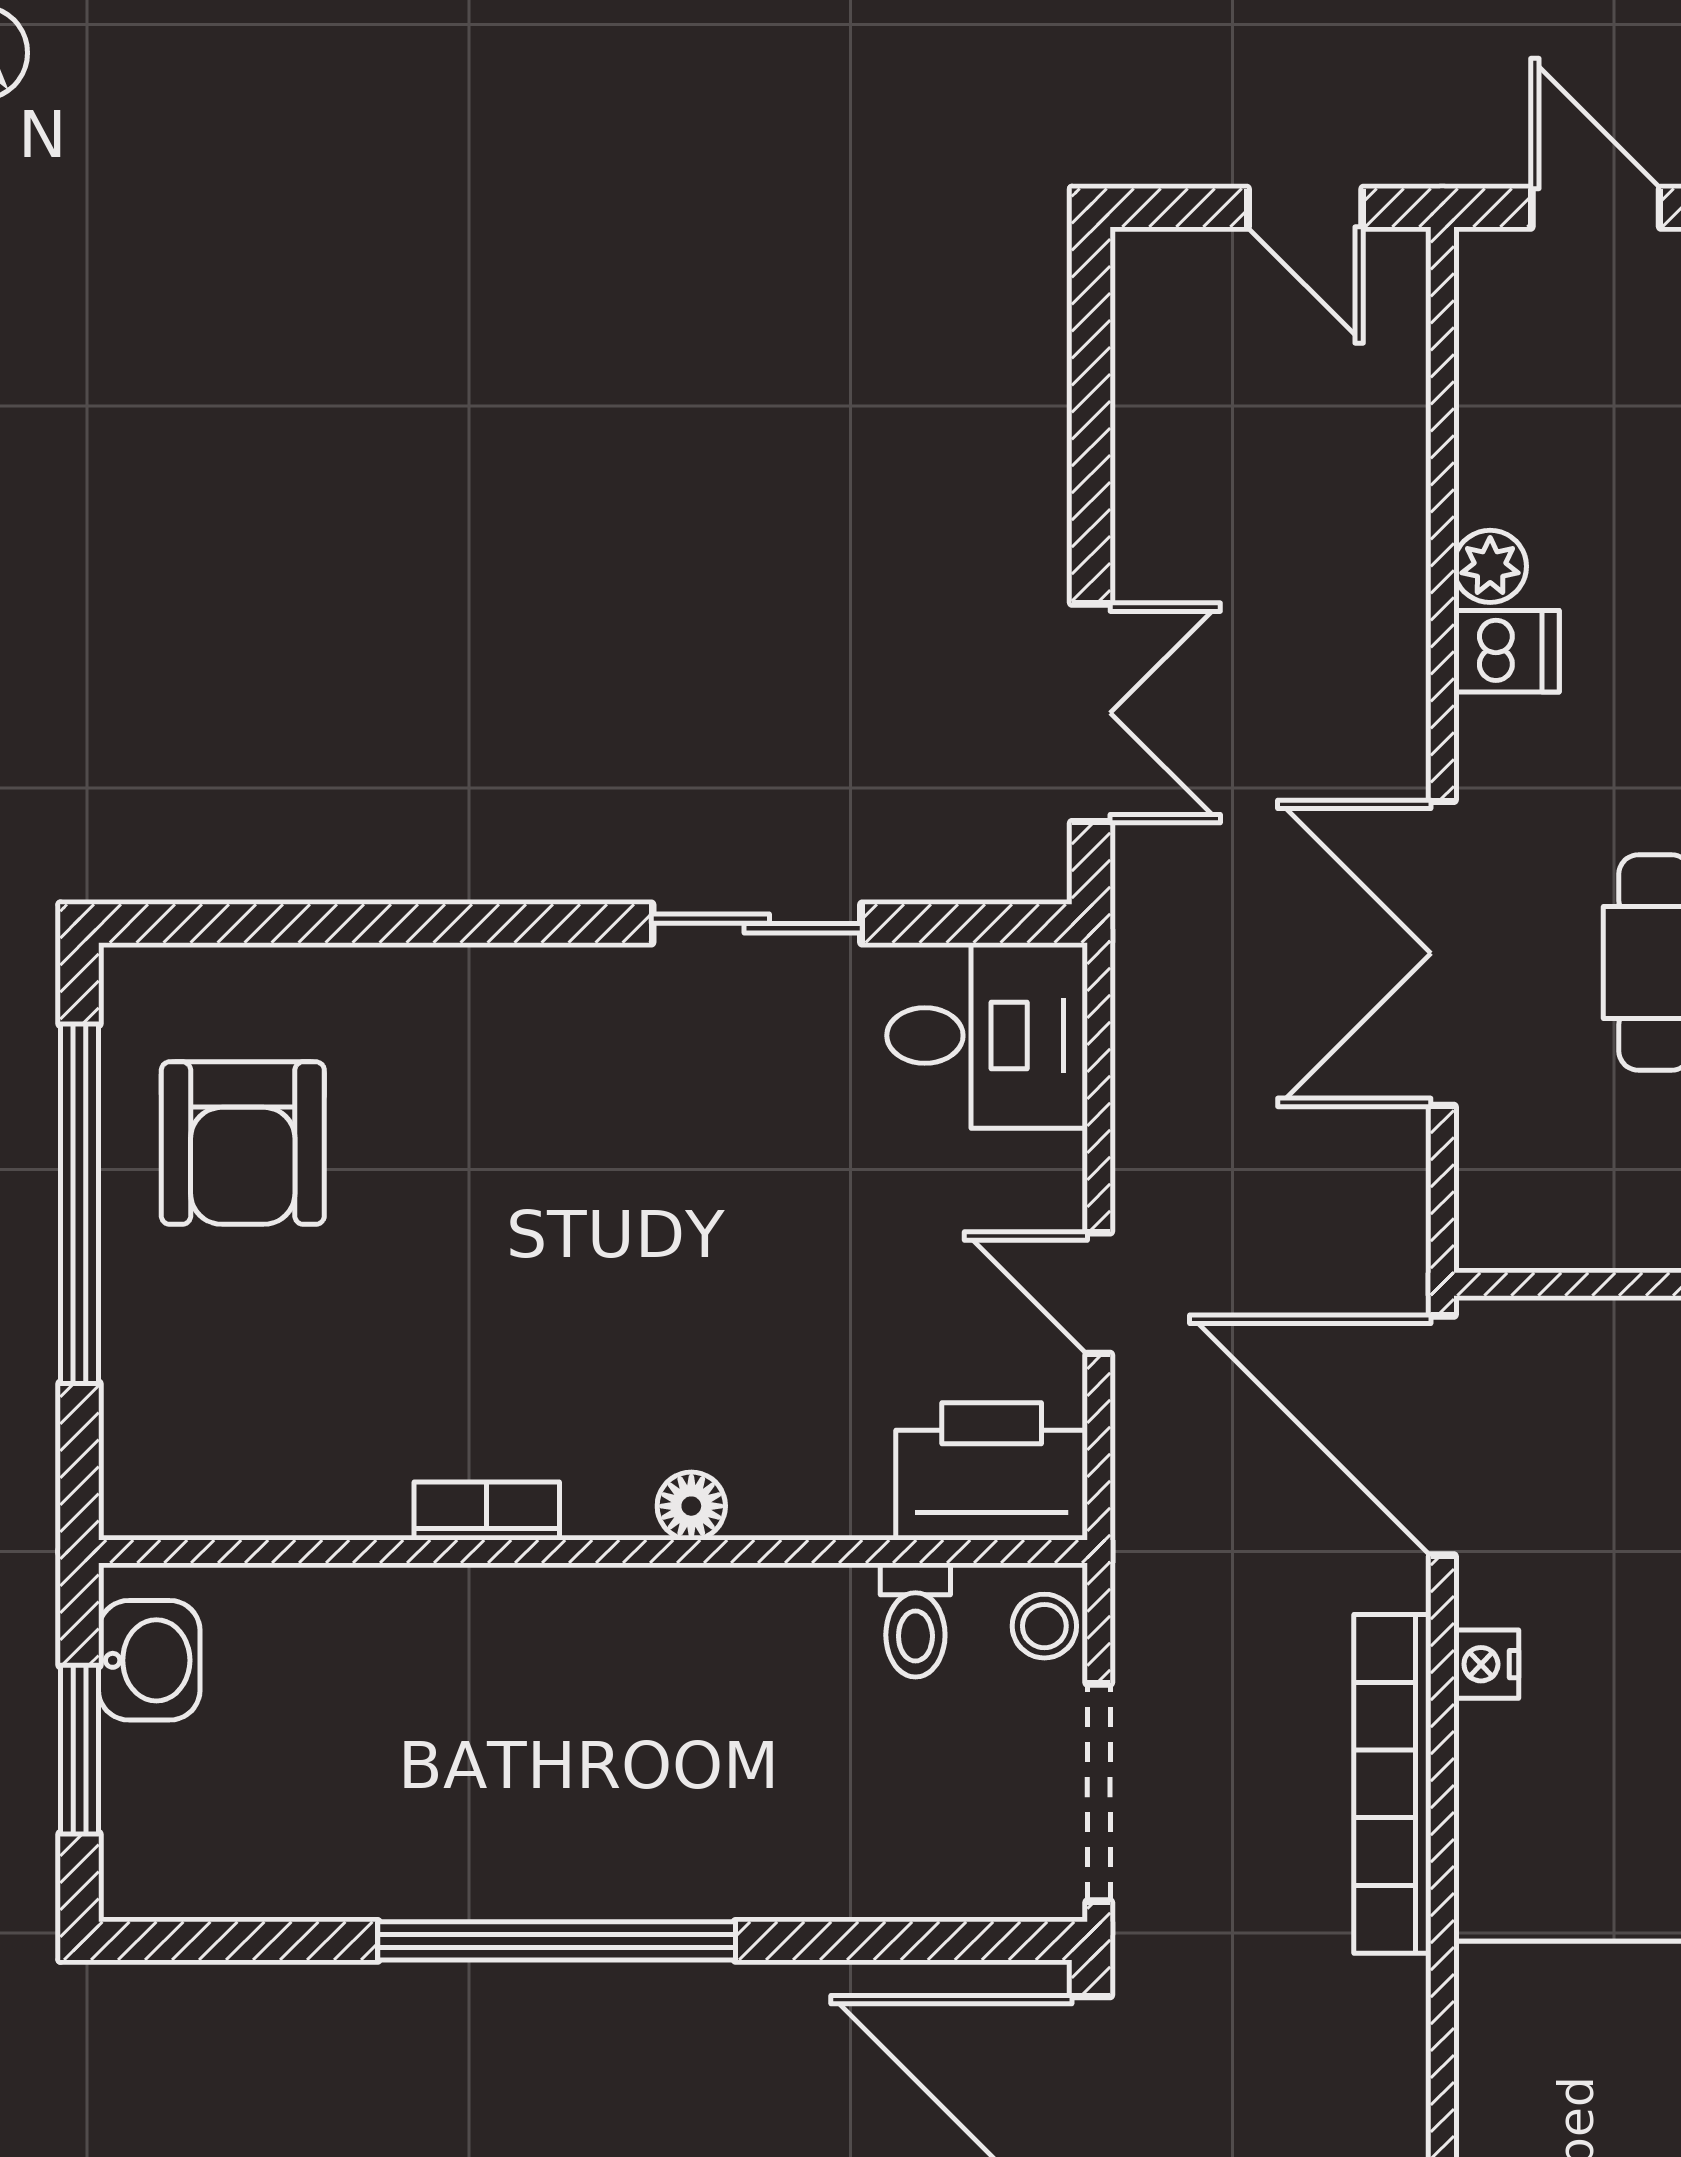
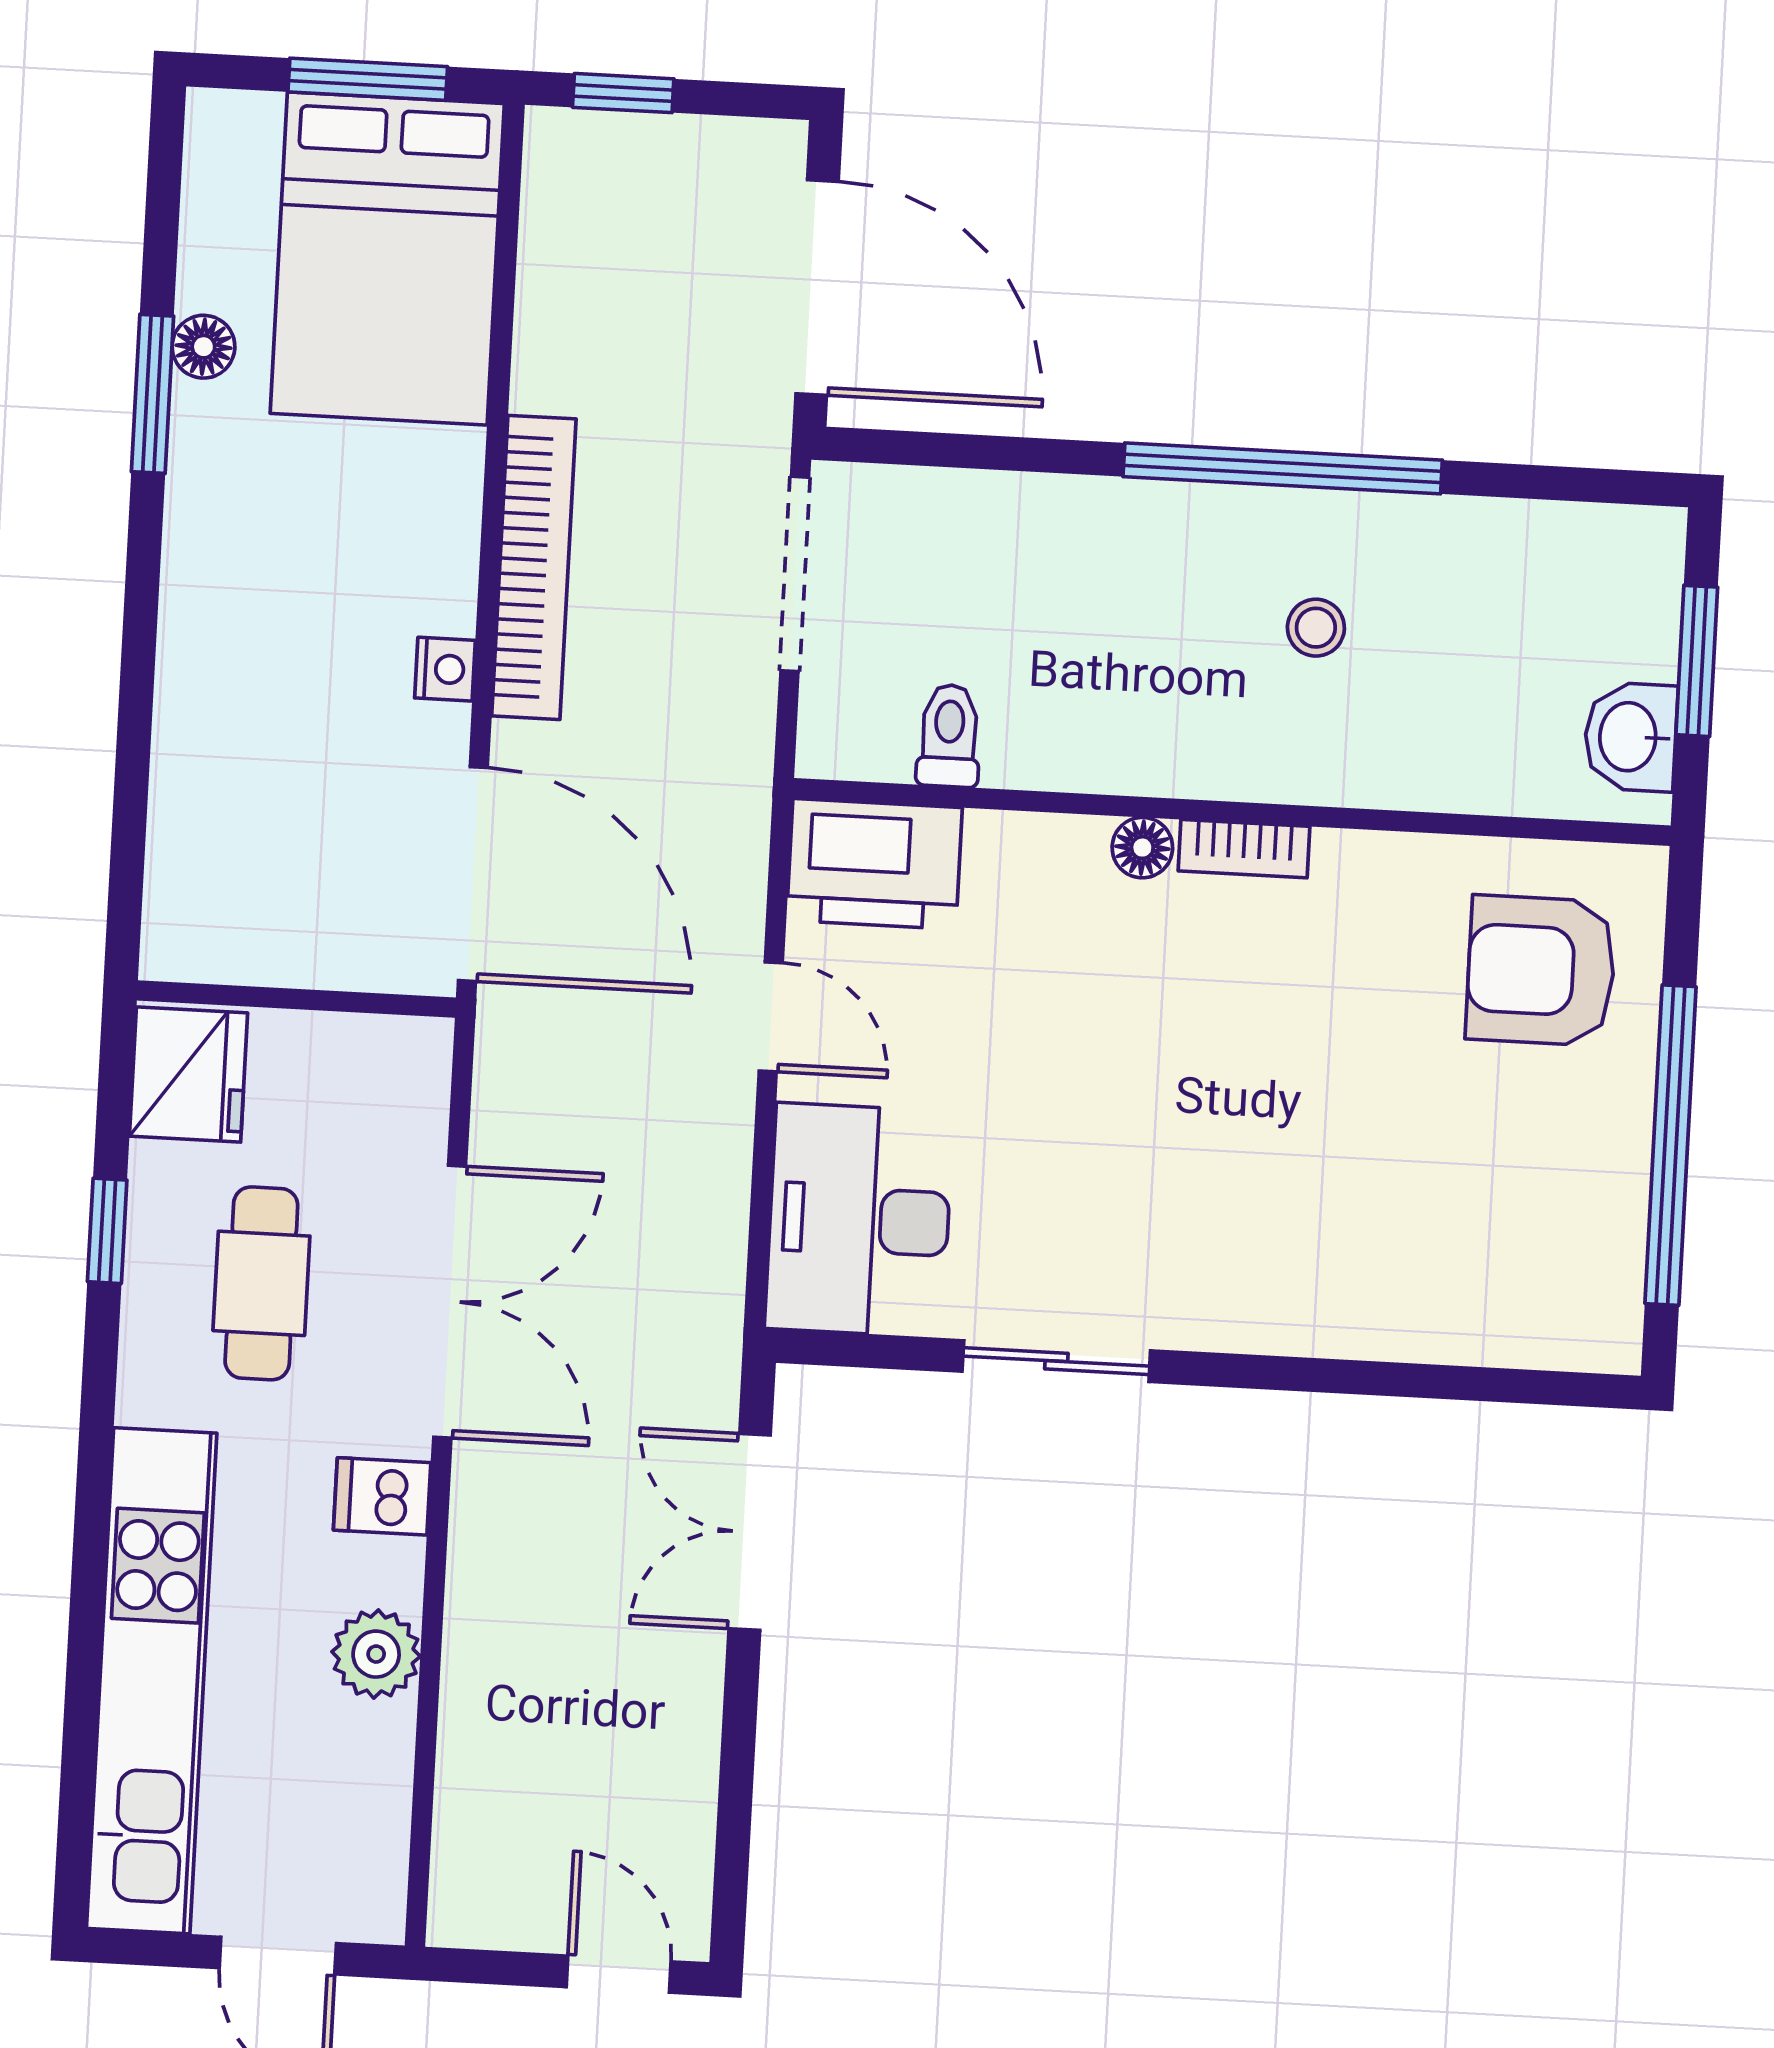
door: (1305, 208) -> (619, 1974), moved
plant: (1490, 566) -> (376, 1654), width x1.38, depth x1.38
dishwasher: (1506, 651) -> (382, 1496), moved
desk: (987, 1036) -> (859, 1220), width x1.37
armchair: (243, 1143) -> (1541, 971), moved, turned -90
bookcase: (487, 1511) -> (1244, 849), moved
stool: (1044, 1626) -> (1316, 628), moved

